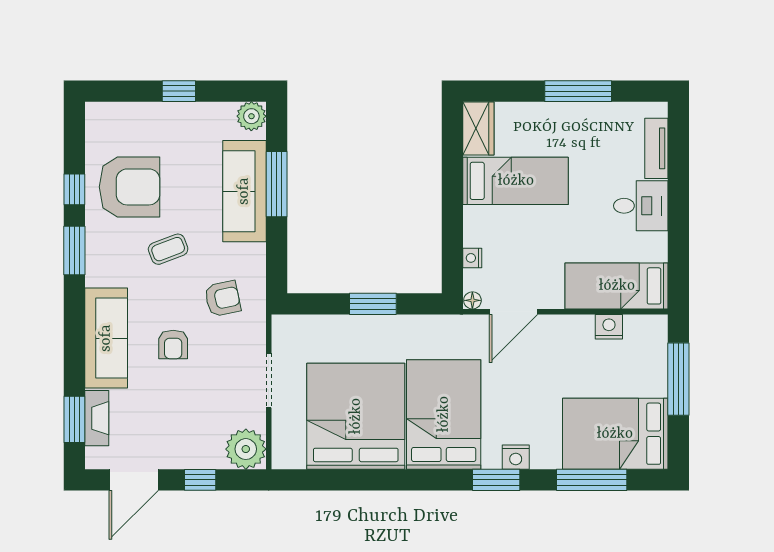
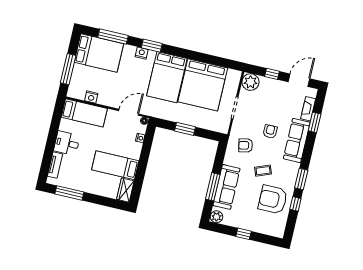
window: (578, 91) -> (69, 193), moved
window: (74, 419) -> (315, 122), moved

